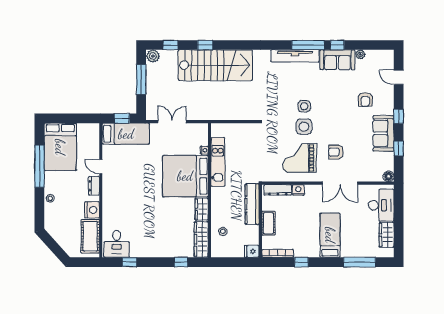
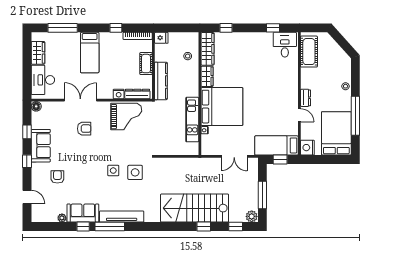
side table: (304, 127) -> (135, 172), moved
grand piano: (299, 158) -> (126, 117), moved
nightstand: (92, 210) -> (307, 148), moved

